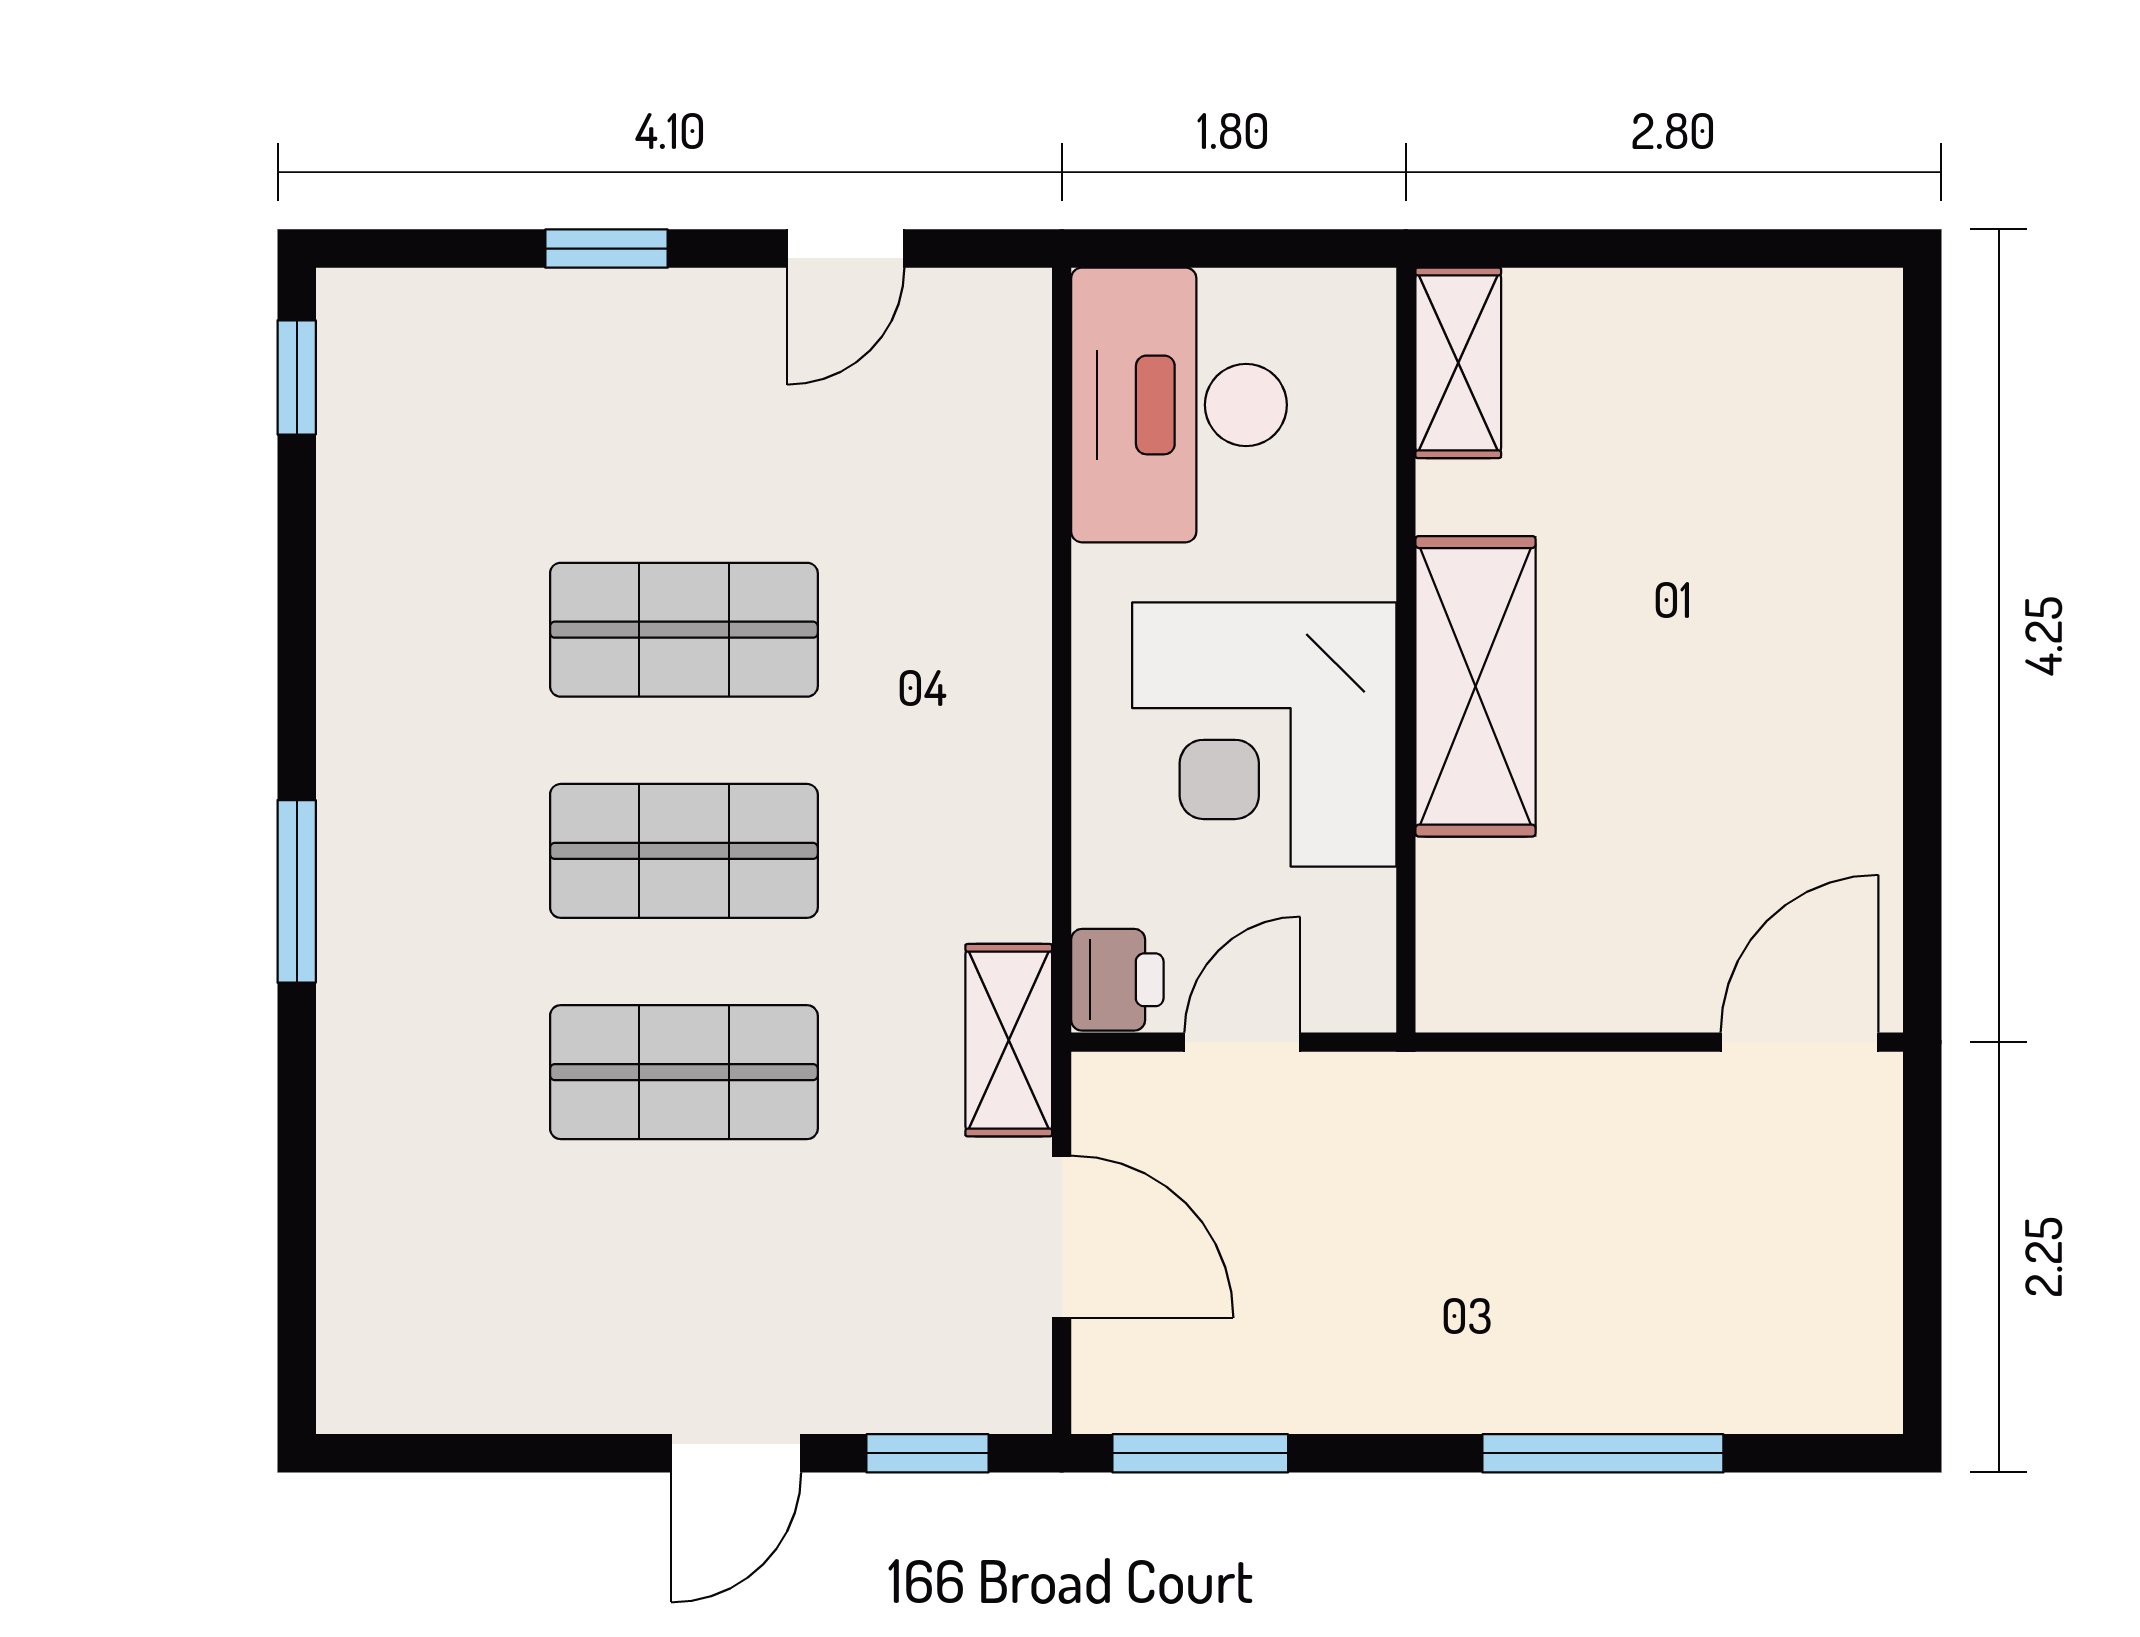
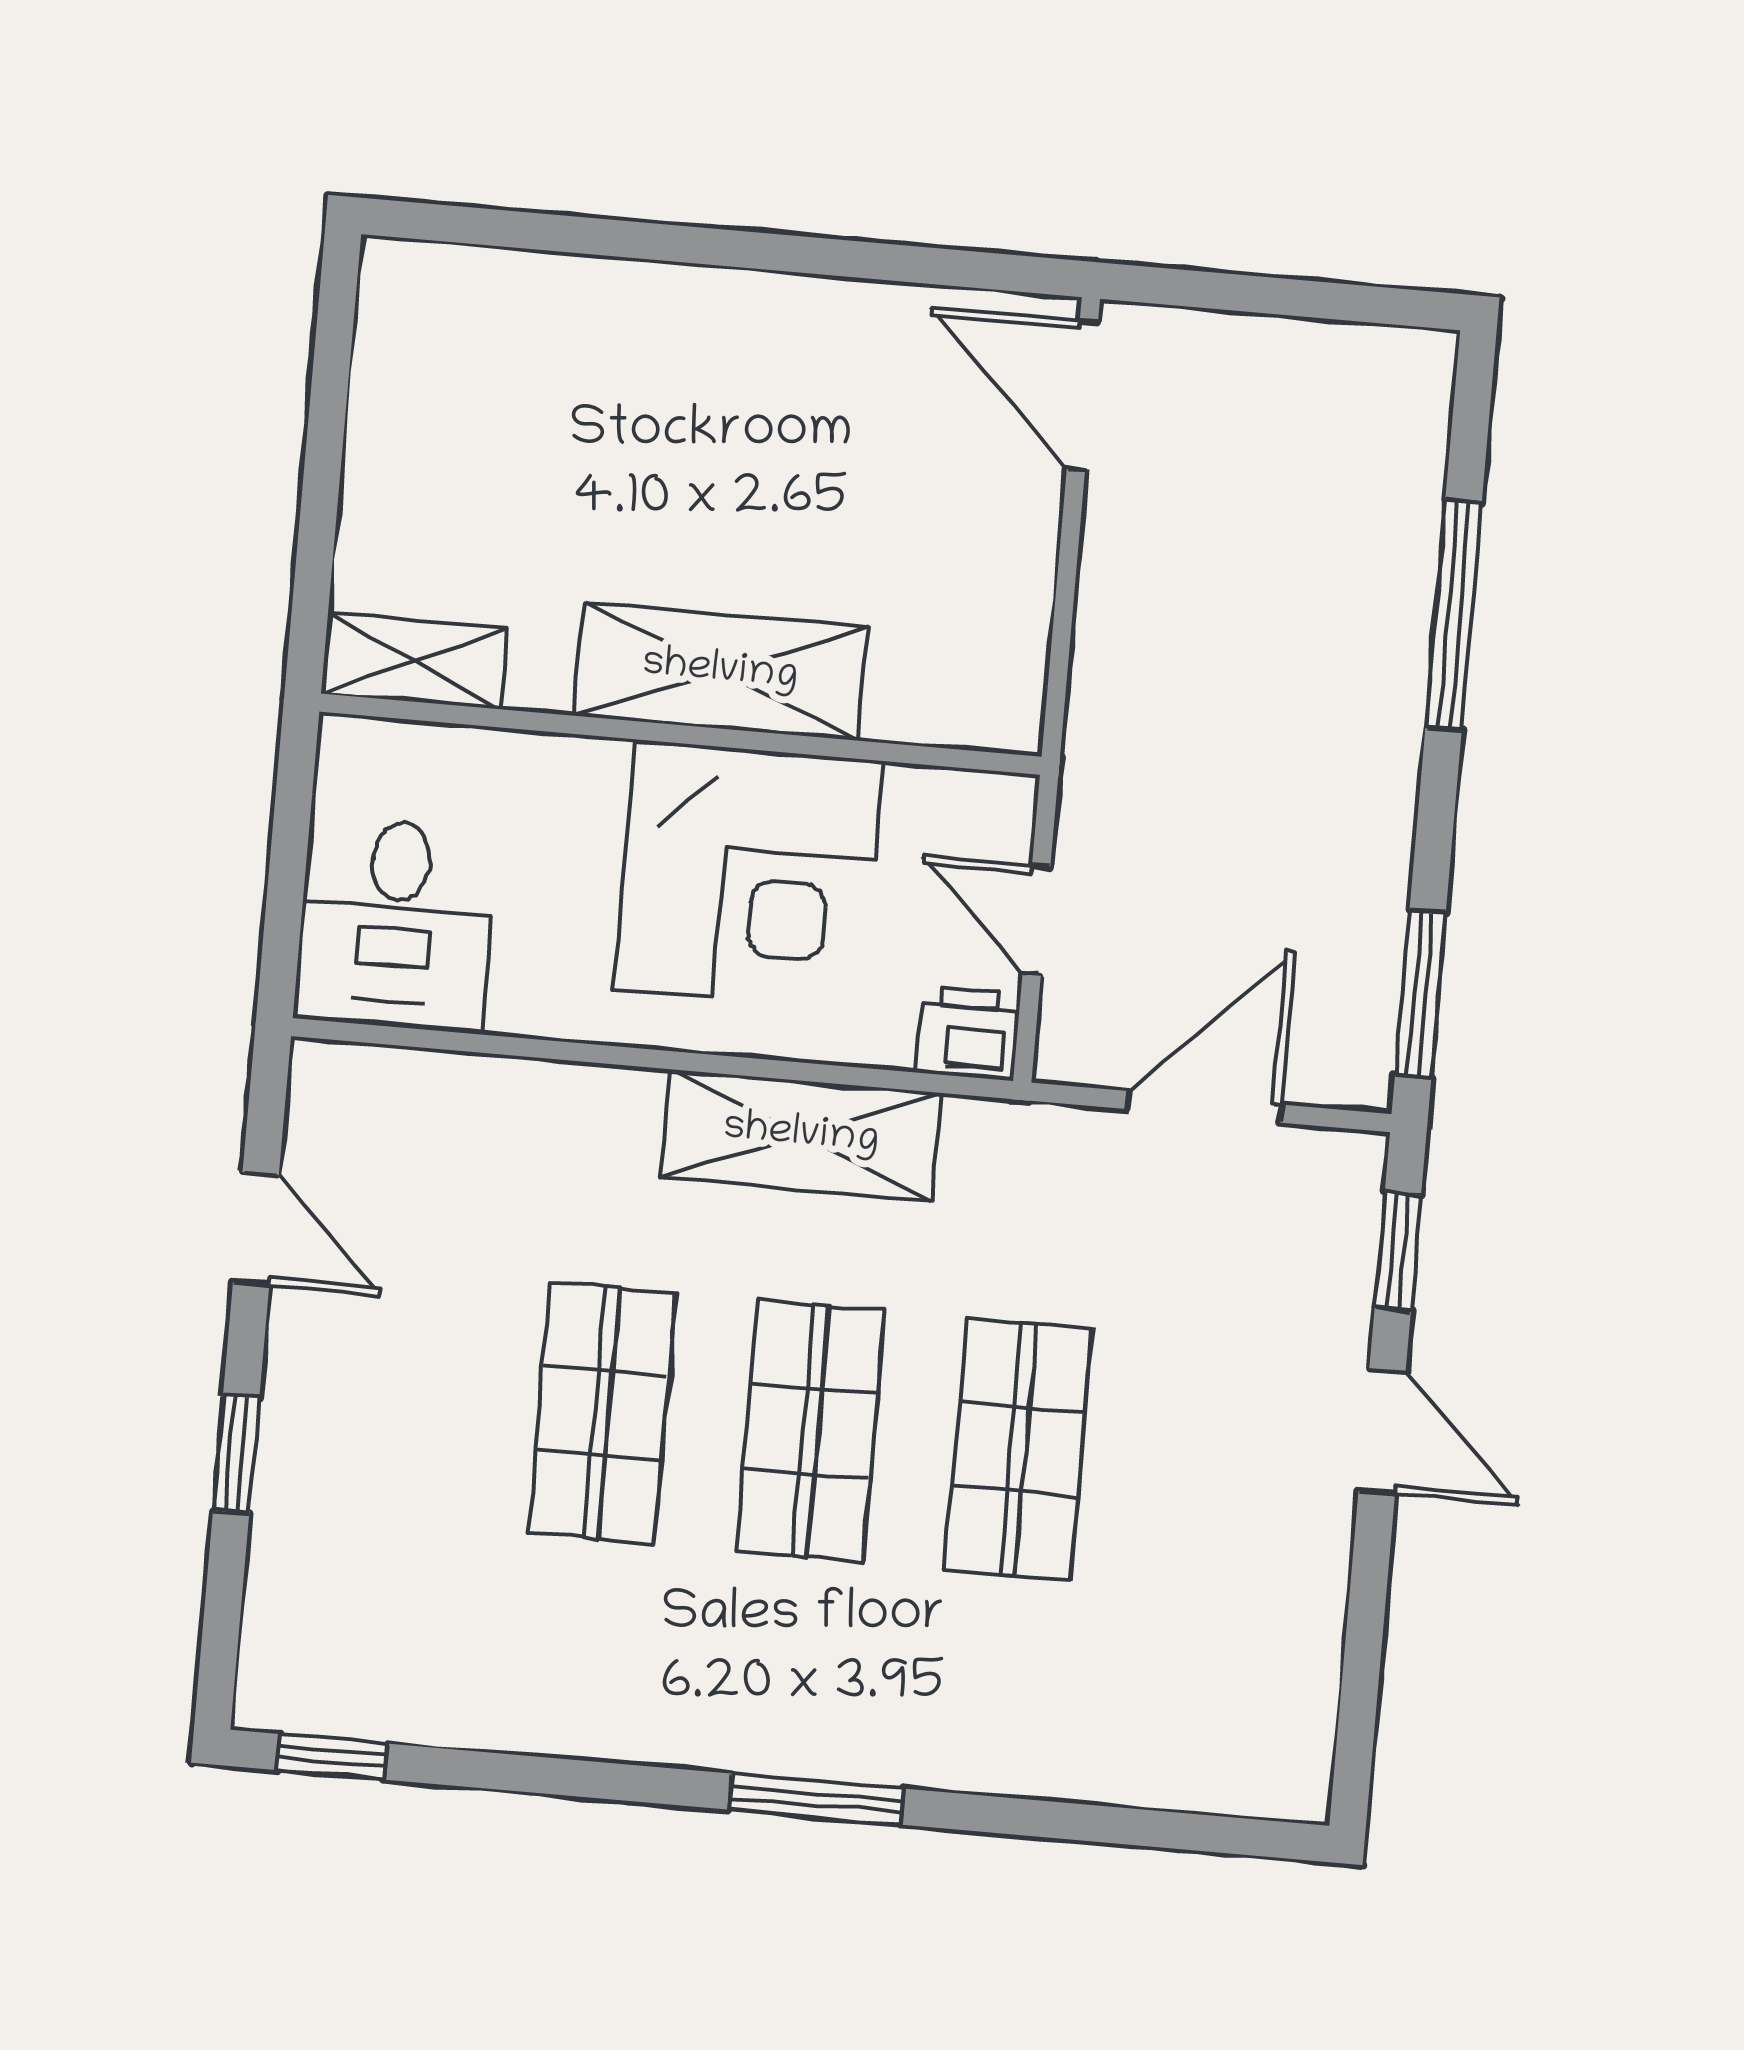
desk: (1179, 405) -> (396, 925), width x0.73
shelving: (1009, 1040) -> (801, 1135), moved, width x1.50, depth x1.33

